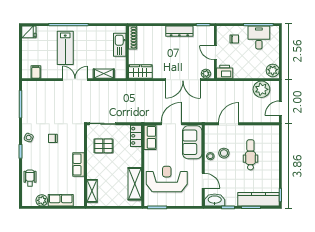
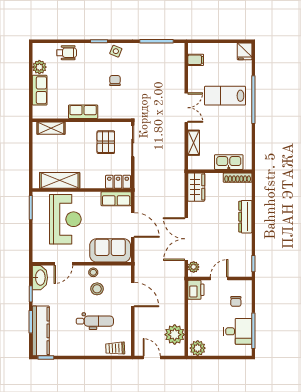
dresser: (179, 31) -> (245, 217), moved
trolley: (273, 138) -> (115, 348), added

